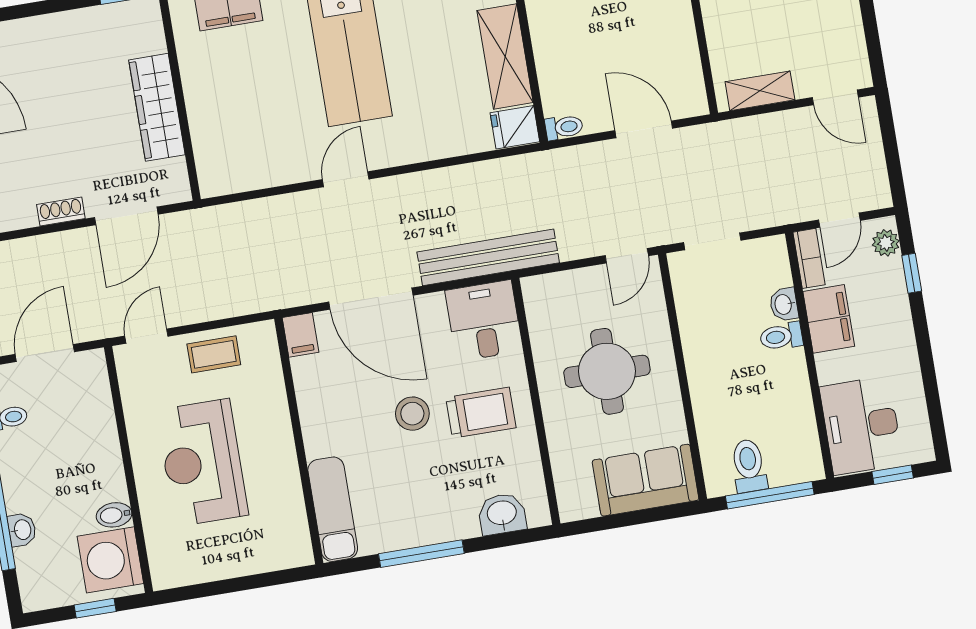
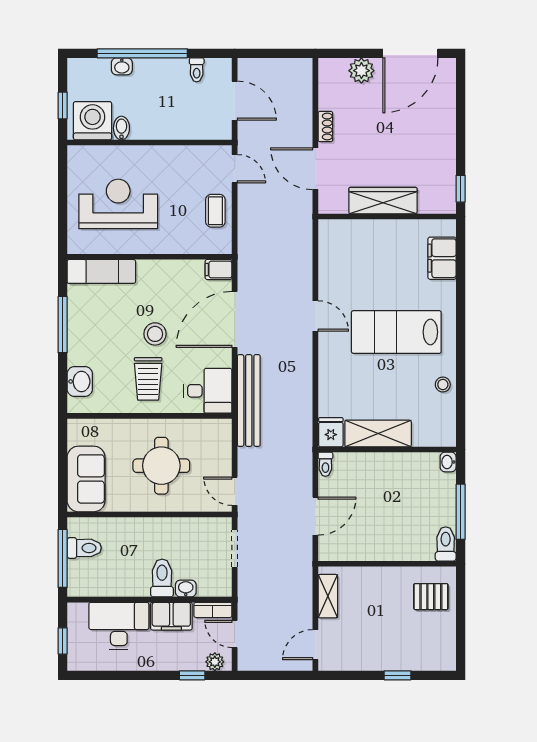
toilet: (781, 336) -> (162, 578), width x1.37, depth x1.39
desk: (861, 425) -> (119, 626), moved
reception desk: (202, 463) -> (118, 204), moved

